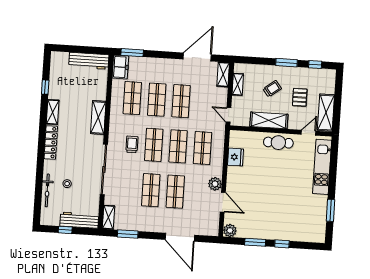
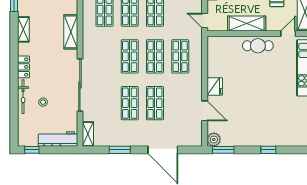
locker: (51, 143) -> (24, 67), width x0.66
trolley: (132, 144) -> (107, 57), removed
fridge: (236, 157) -> (215, 86), moved
plant: (215, 184) -> (195, 93), removed
bicycle: (47, 190) -> (23, 97), moved
window: (65, 230) -> (32, 150), moved
window: (128, 234) -> (120, 150), moved
window: (255, 242) -> (223, 150), moved

